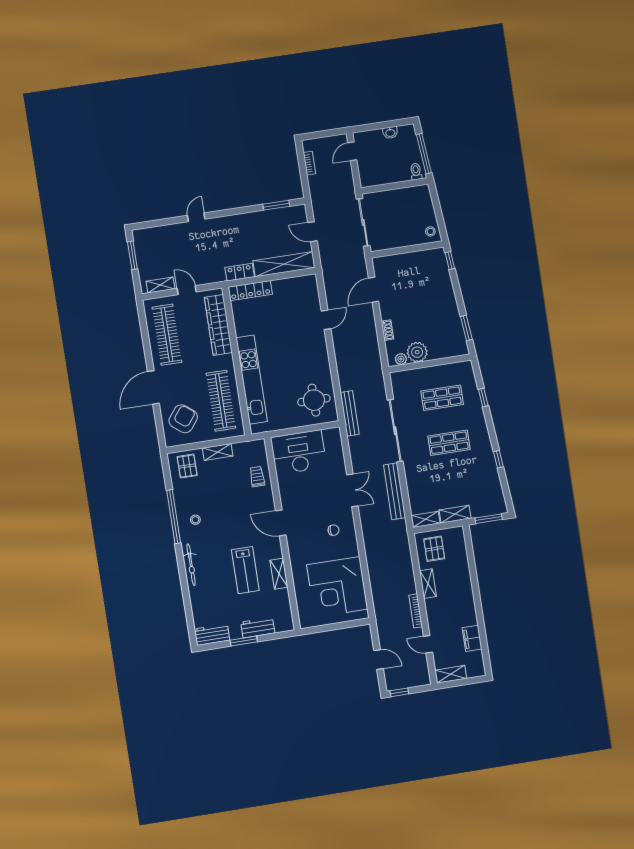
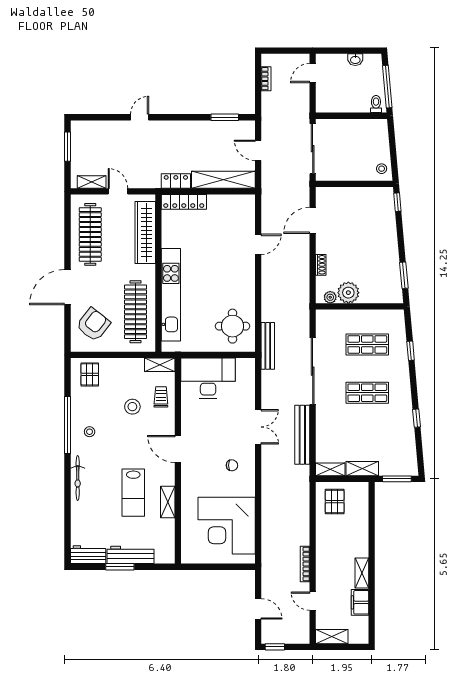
shelving: (218, 452) -> (160, 365), moved
stool: (232, 490) -> (132, 407), added
shelving: (428, 584) -> (362, 573), moved
workbench: (258, 628) -> (131, 555), width x1.38

